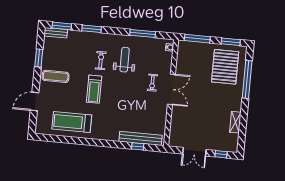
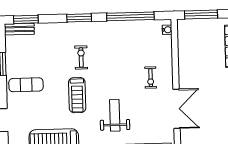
window: (92, 29) -> (79, 18), moved
window: (143, 34) -> (130, 16), width x1.46
weight bench: (125, 60) -> (115, 115), moved
double door: (171, 89) -> (177, 109), moved

